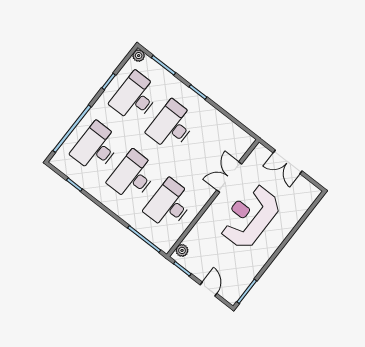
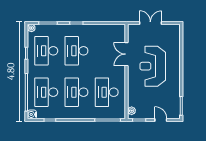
water cooler: (58, 161) -> (32, 114), added
double door: (288, 162) -> (150, 23), swing flipped

